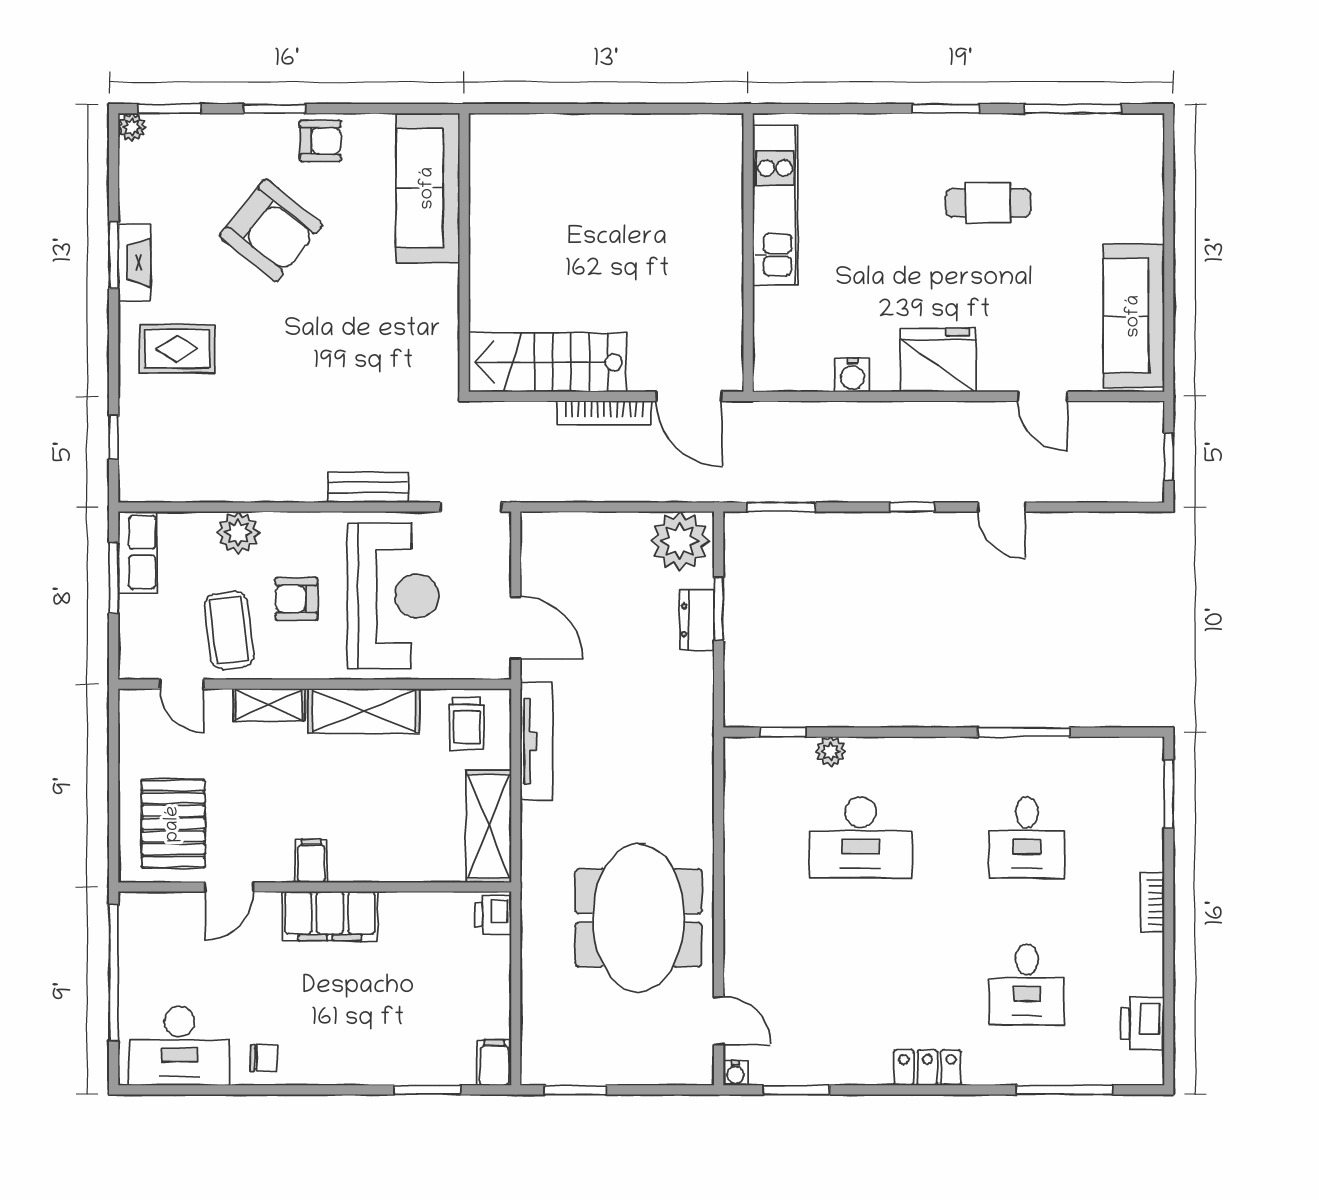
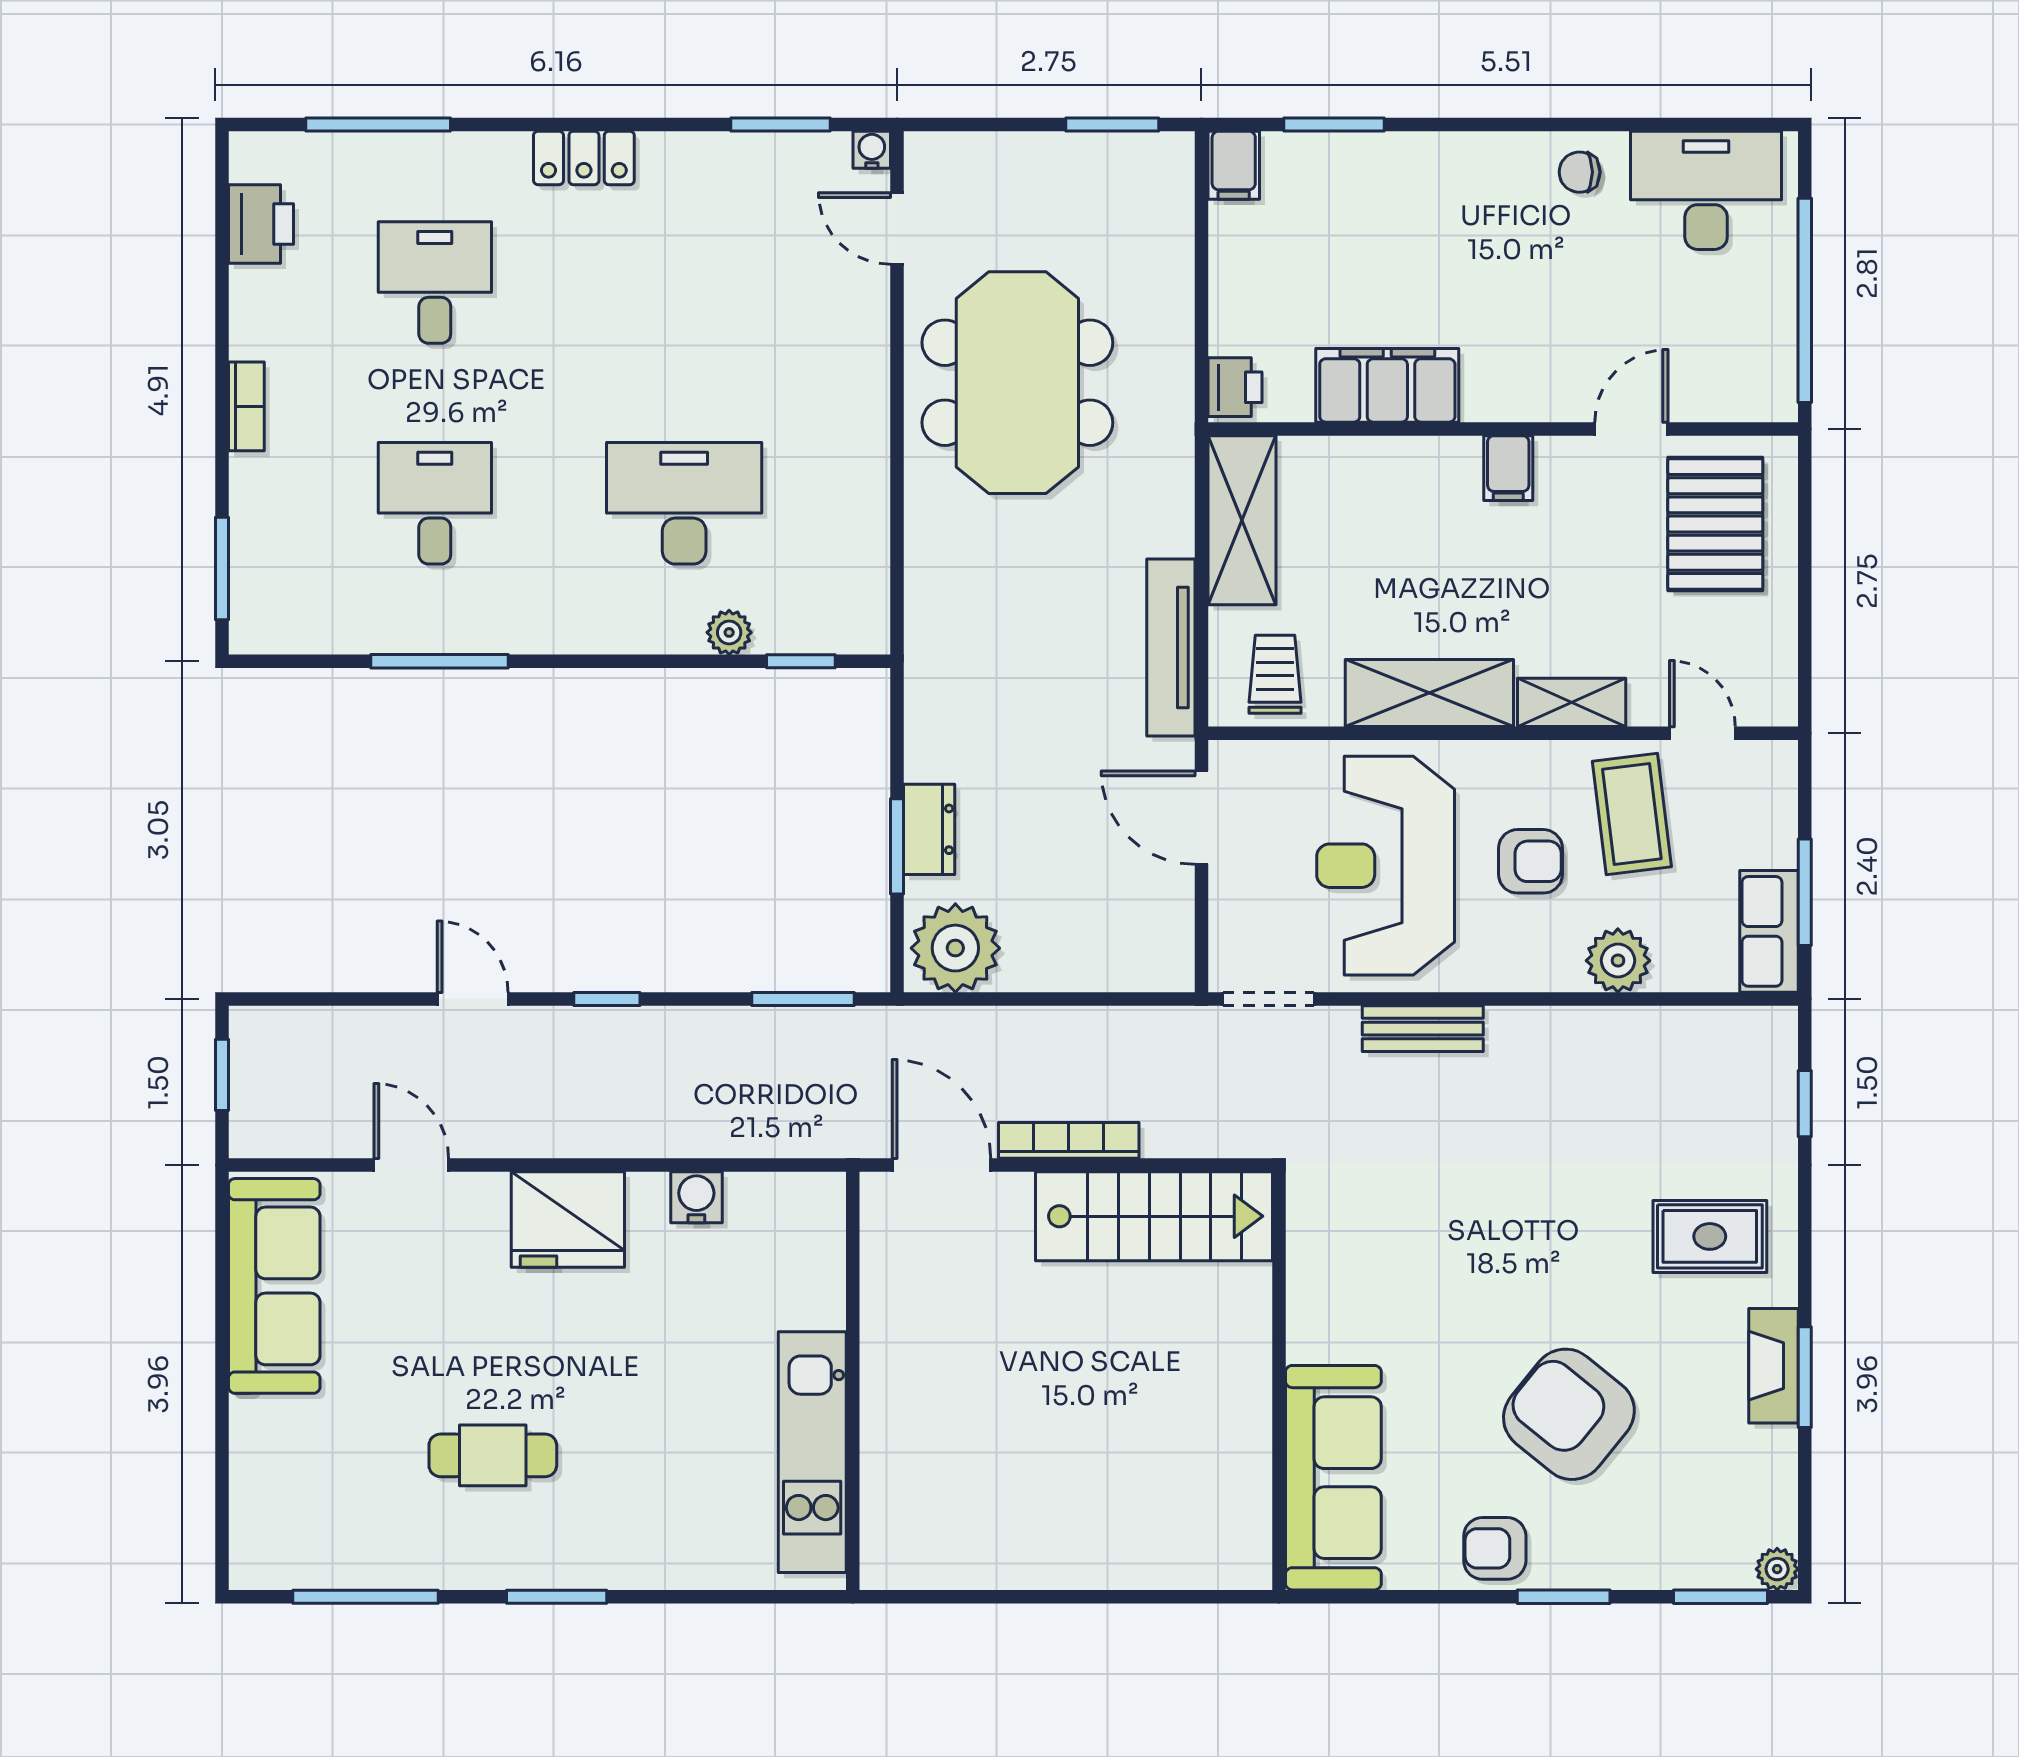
filing cabinet: (330, 916) -> (1387, 385), moved

